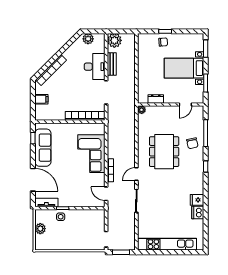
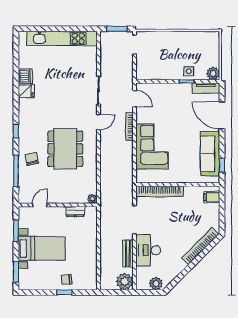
filing cabinet: (41, 99) -> (212, 197), moved
plant: (40, 229) -> (213, 73), moved

